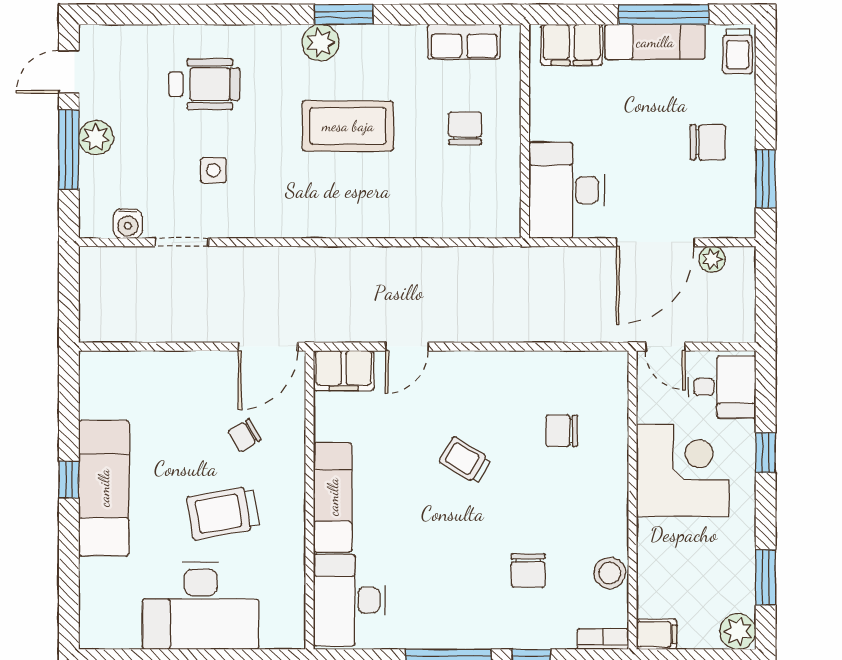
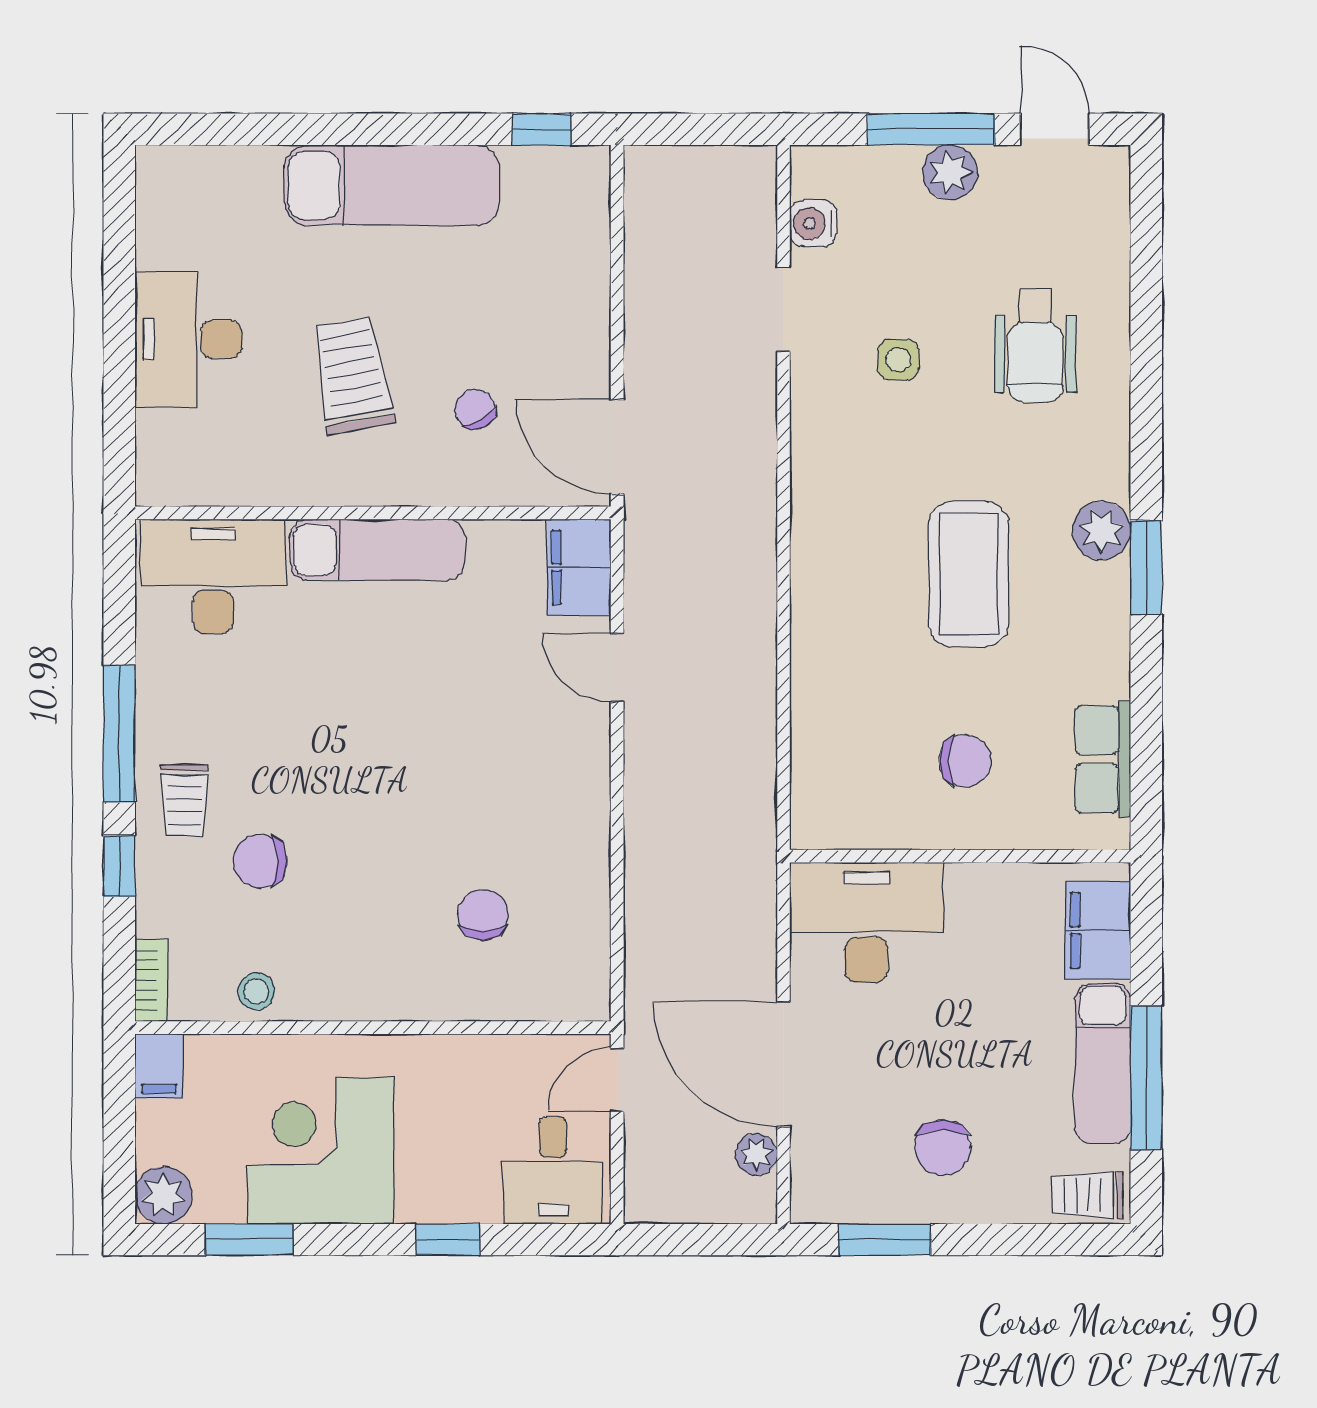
trolley: (465, 460) -> (184, 800), moved, turned 149
corner desk: (683, 470) -> (321, 1151), moved, turned 180
window: (69, 480) -> (542, 129), moved
stool: (610, 573) -> (256, 991), width x0.73, depth x0.73
desk: (201, 606) -> (188, 339), width x0.73, depth x0.77

